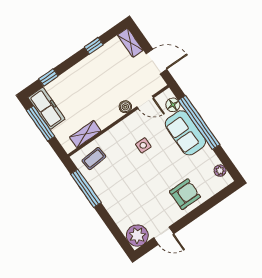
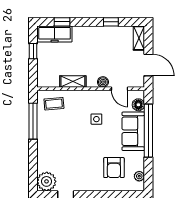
freezer: (47, 108) -> (55, 34), moved, turned 90
window: (40, 123) -> (33, 51), width x0.46
shelving: (85, 134) -> (73, 82), moved
armchair: (185, 194) -> (114, 168), moved, turned 90

